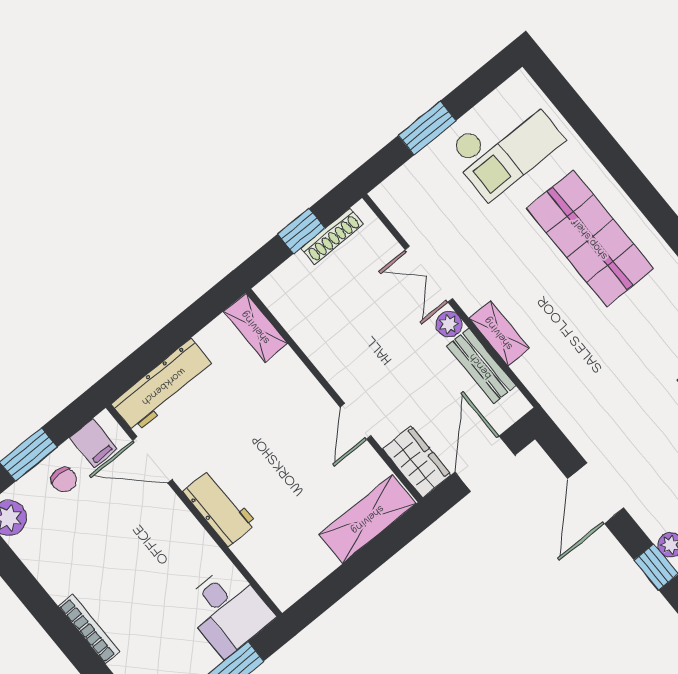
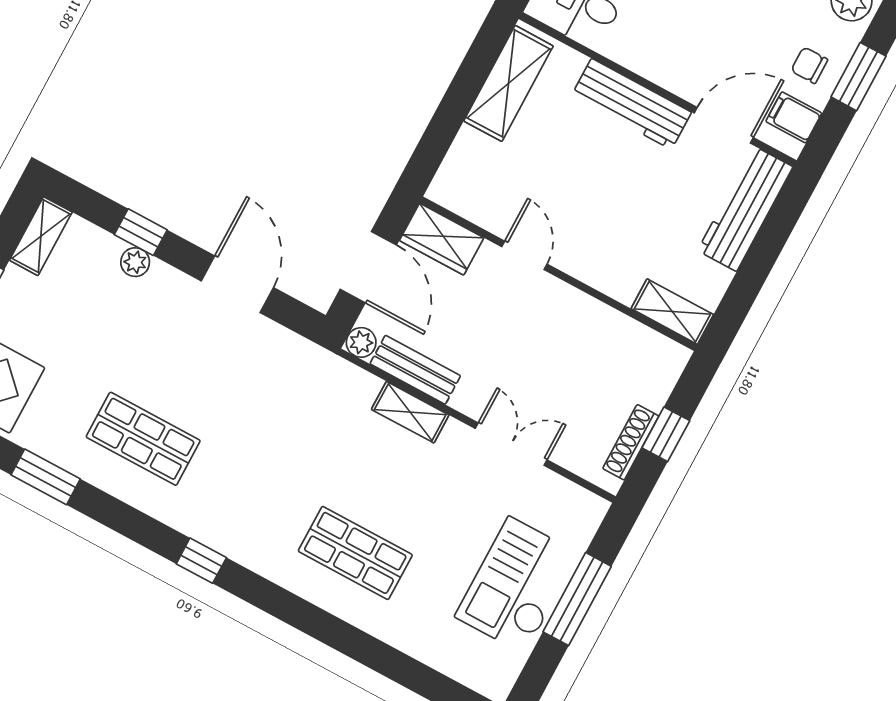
window: (427, 128) -> (577, 599), width x1.44
checkout: (505, 145) -> (517, 585), moved
shop shelf: (590, 238) -> (355, 553), width x0.70, depth x0.74
plant: (449, 324) -> (361, 342), moved
workbench: (220, 508) -> (631, 104), width x1.38
shelving: (367, 519) -> (508, 83), moved

